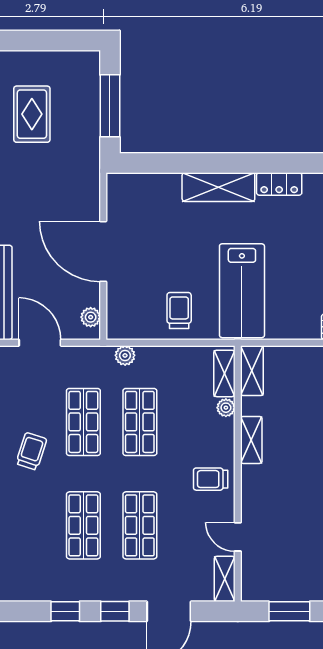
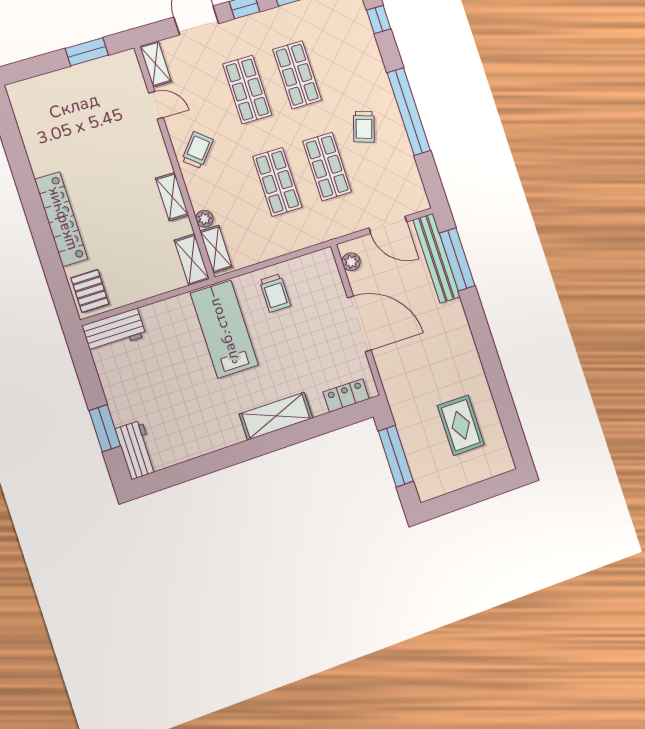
locker: (279, 184) -> (346, 395), moved
plant: (125, 355) -> (310, 237), removed
trolley: (211, 479) -> (197, 150), turned -50

